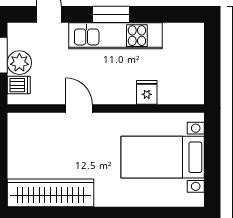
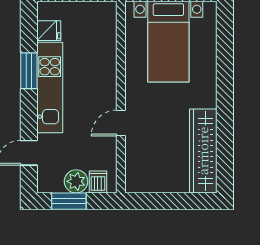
window: (111, 14) -> (29, 71), moved
fridge: (147, 92) -> (49, 31), moved, turned 180

